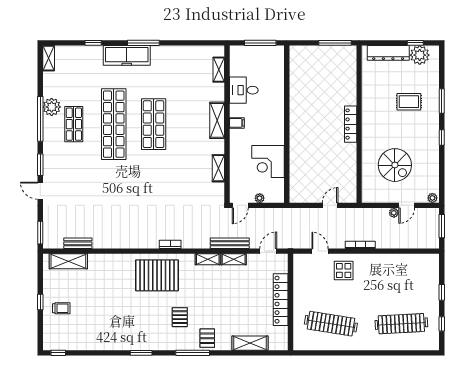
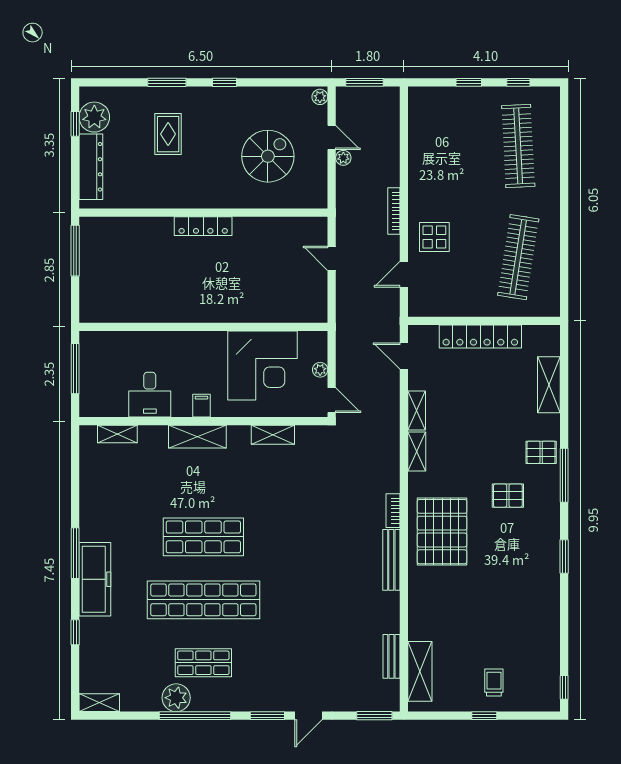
corner desk: (268, 162) -> (262, 365), width x1.36, depth x1.36
bench: (230, 243) -> (391, 560), moved

